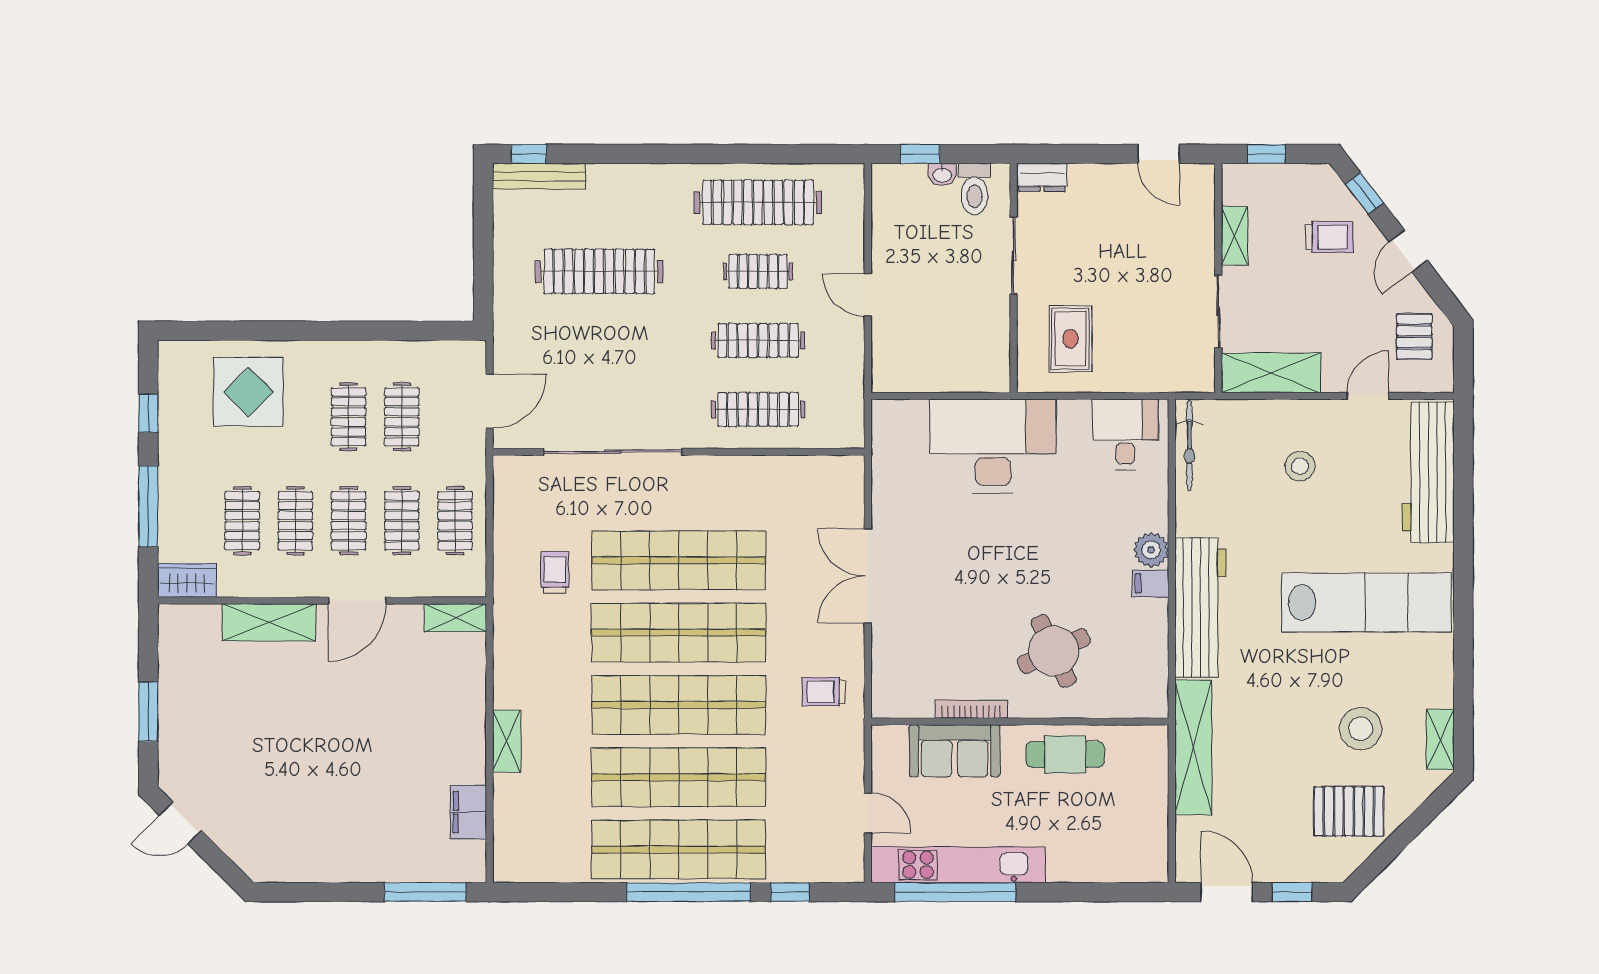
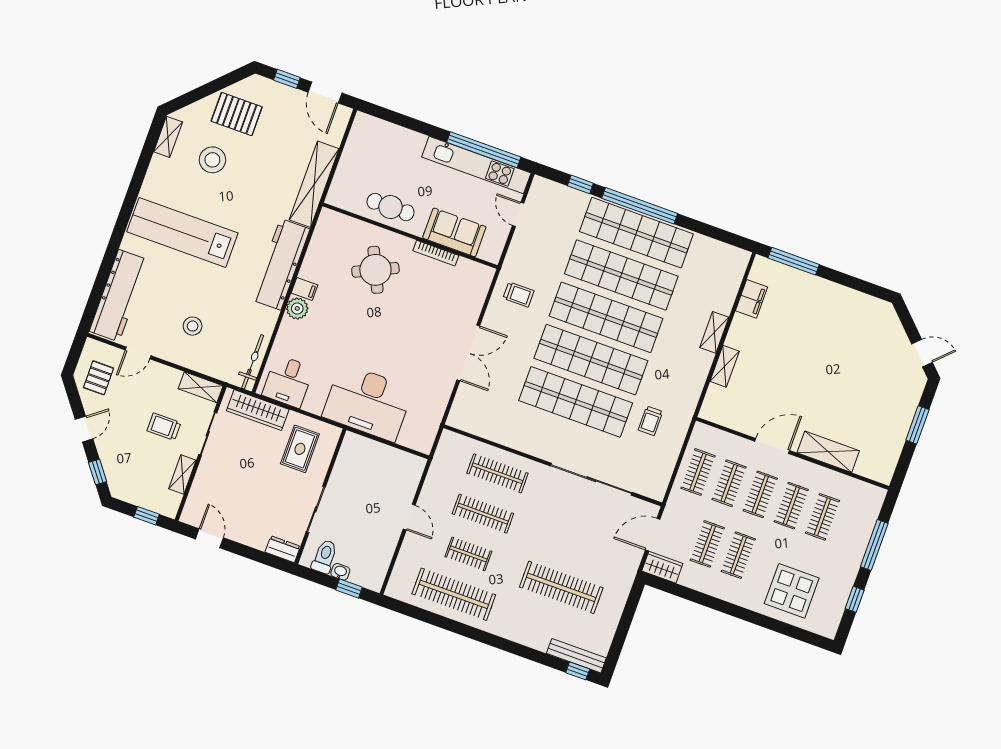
trolley: (1329, 237) -> (164, 427), moved
shelving: (1271, 373) -> (201, 387), width x0.67, depth x0.75
wardrobe: (1156, 375) -> (258, 410), added
wardrobe: (187, 580) -> (662, 567), moved, turned 180
shelving: (455, 618) -> (725, 366), moved, turned 90

